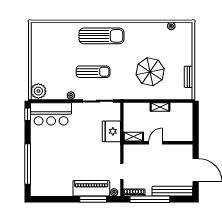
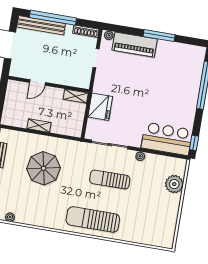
plant: (38, 91) -> (174, 184), moved
door: (156, 143) -> (37, 82), moved
window: (93, 199) -> (159, 36), moved
window: (150, 199) -> (53, 18), moved

